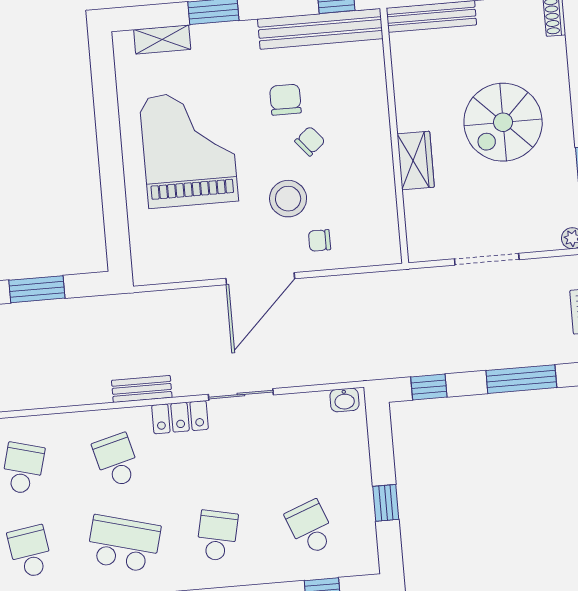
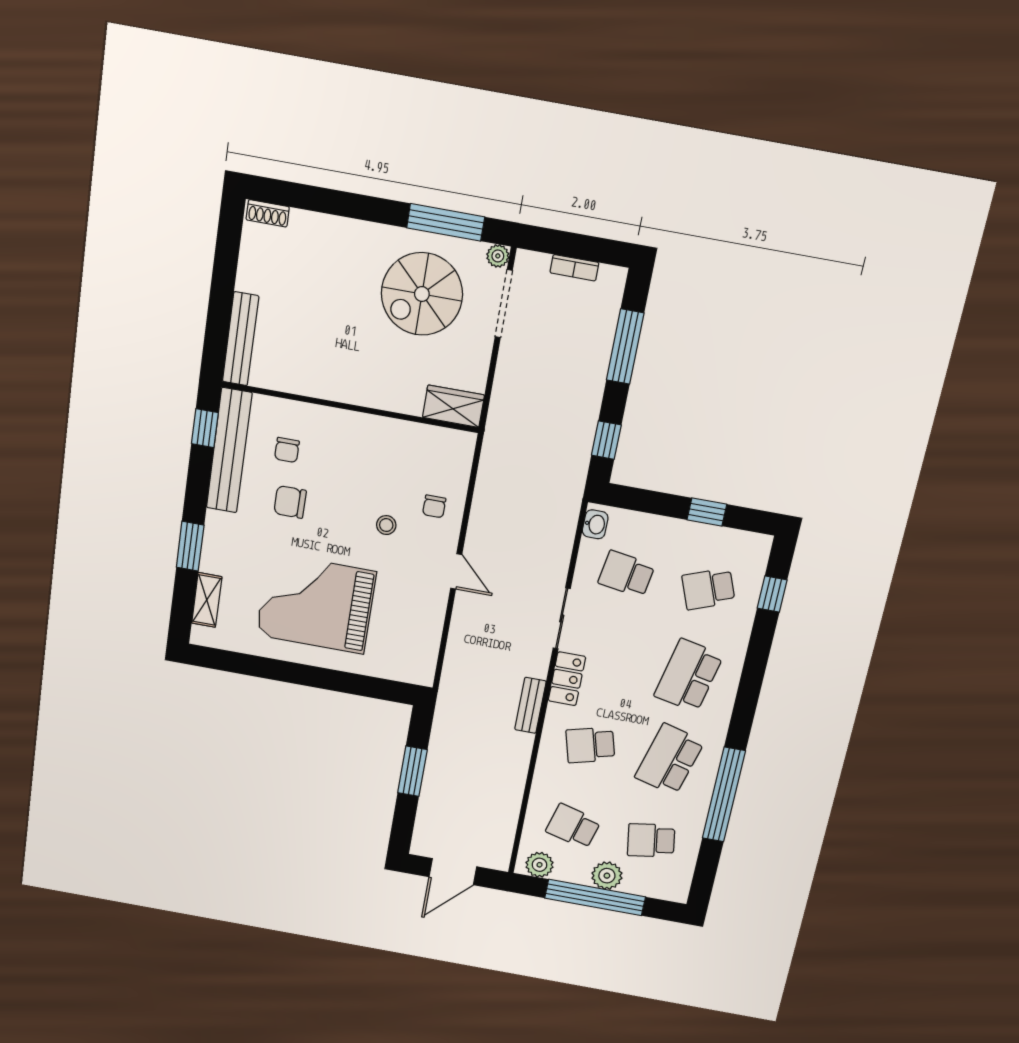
spiral stairs: (503, 122) -> (422, 294), moved, turned 90
chair: (310, 141) -> (287, 450), moved, turned -140
wardrobe: (416, 161) -> (453, 406), moved
stool: (288, 199) -> (386, 525), width x0.53, depth x0.53
doorway: (487, 259) -> (504, 304), moved
door: (260, 279) -> (456, 571), width x0.53
school desk: (303, 444) -> (626, 574), added
school desk: (217, 536) -> (689, 676), width x1.85

